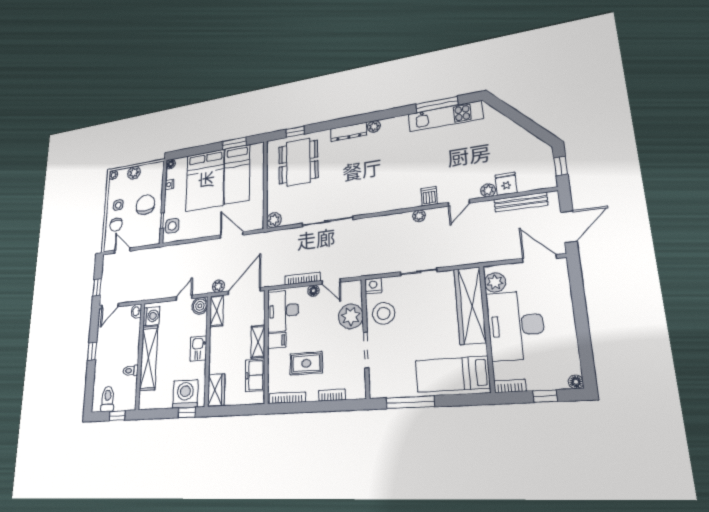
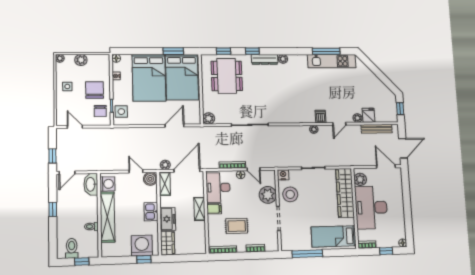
window: (332, 125) -> (252, 51), added
bed: (237, 174) -> (182, 77), width x1.50
chair: (116, 225) -> (100, 111), moved
door: (232, 235) -> (174, 126), hinge flipped
door: (184, 298) -> (136, 171), hinge flipped
washbasin: (136, 311) -> (91, 184), width x1.91, depth x1.45
freezer: (255, 375) -> (168, 219), moved, turned 180

